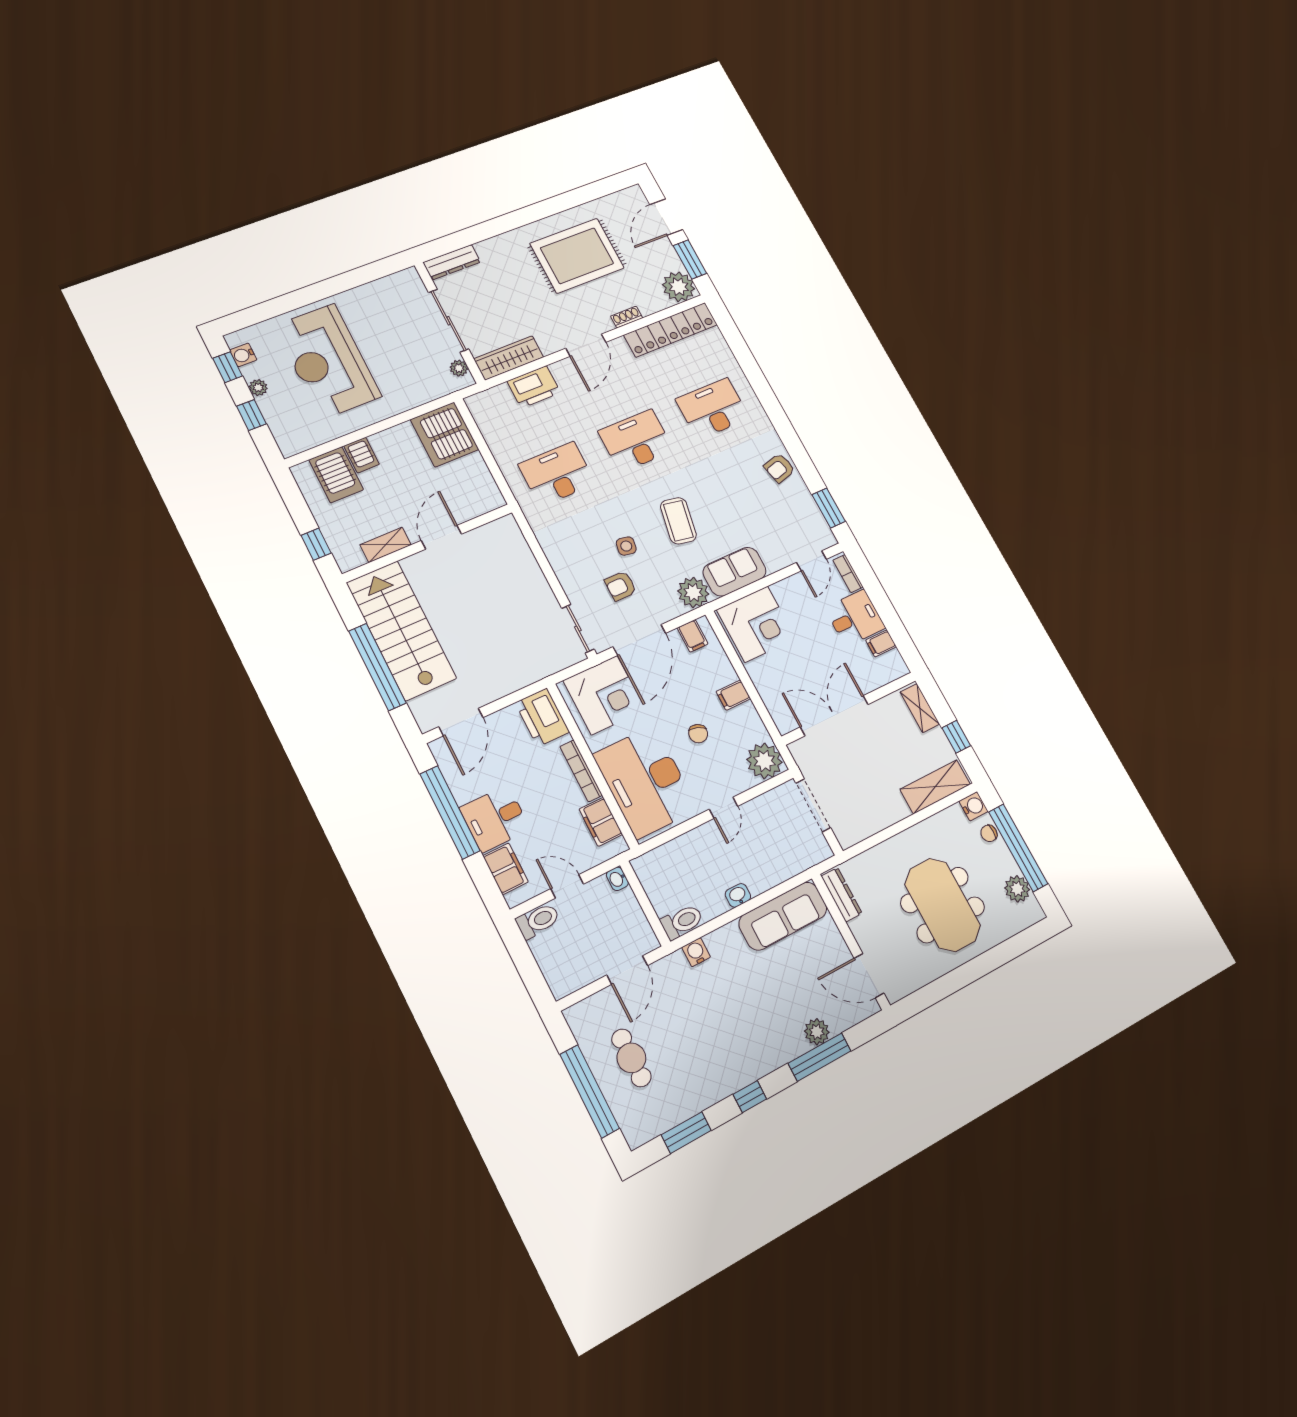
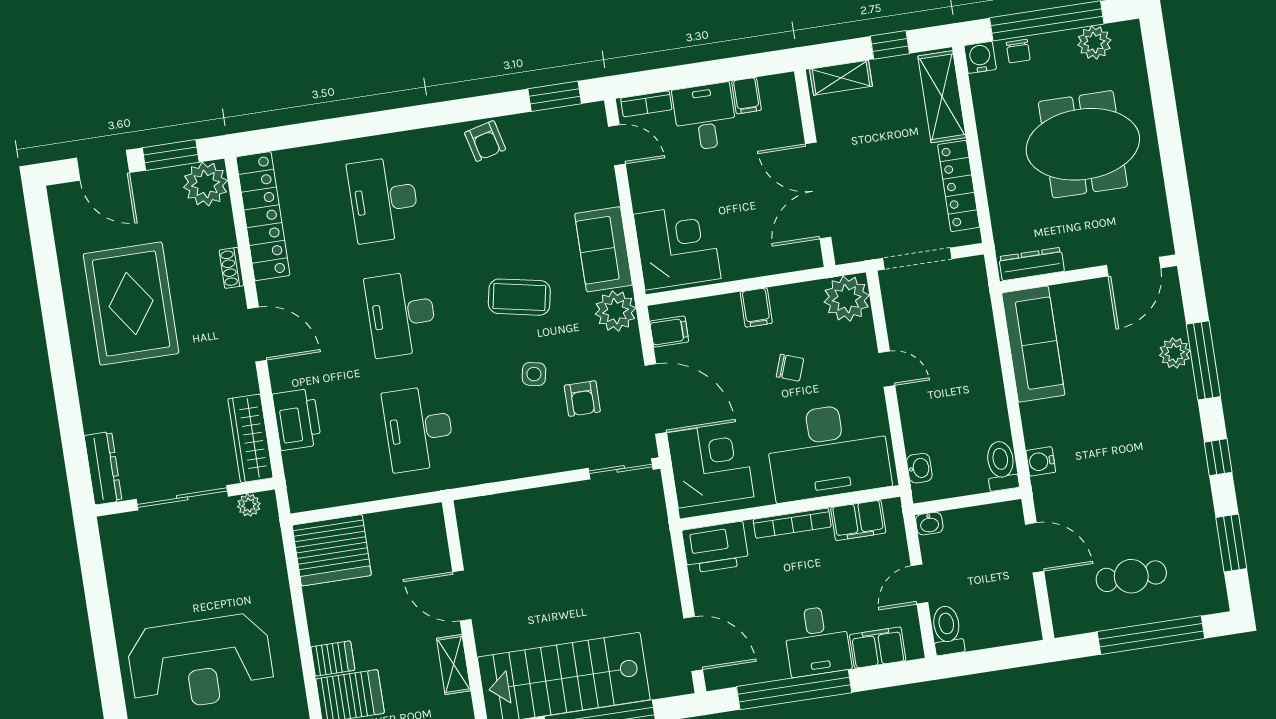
locker: (877, 820) -> (959, 186), added
washbasin: (738, 895) -> (919, 468), moved, turned 180

